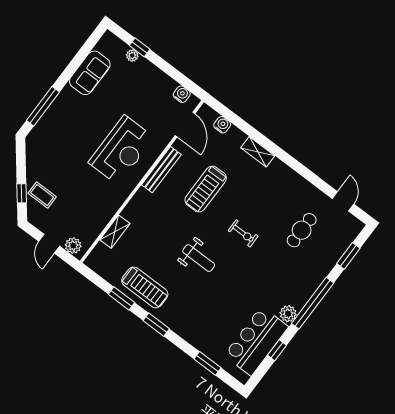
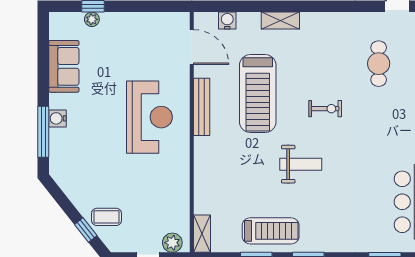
water cooler: (182, 94) -> (57, 118), moved, turned -90
treadmill: (206, 189) -> (258, 94), width x1.37, depth x1.38
shelving: (115, 232) -> (202, 234), moved

